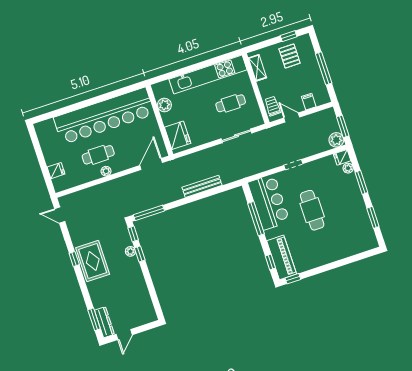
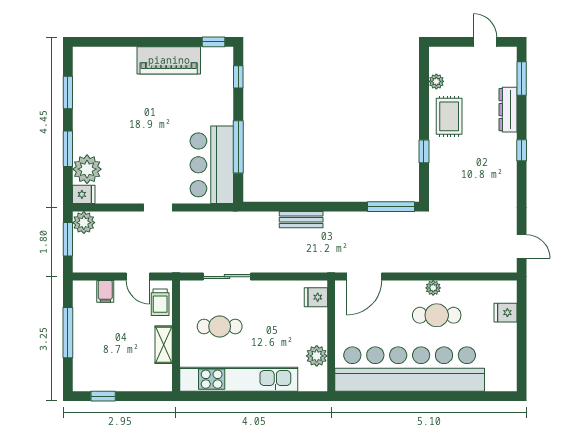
pallet: (290, 56) -> (111, 367), removed
shelving: (257, 68) -> (164, 345), moved
fridge: (178, 135) -> (316, 297), width x0.53, depth x0.75
plant: (348, 168) -> (87, 169), width x1.88, depth x1.88
bench: (202, 186) -> (301, 220), width x0.73
cafe table: (312, 210) -> (153, 132), removed
window: (133, 234) -> (424, 184), removed
plant: (130, 251) -> (436, 81), moved
piano: (282, 257) -> (169, 60), moved, turned -90
window: (74, 259) -> (522, 150), moved
rug: (93, 261) -> (449, 116), moved, width x0.73, depth x0.70
dresser: (104, 322) -> (508, 110), moved
door: (124, 334) -> (485, 42), hinge flipped

